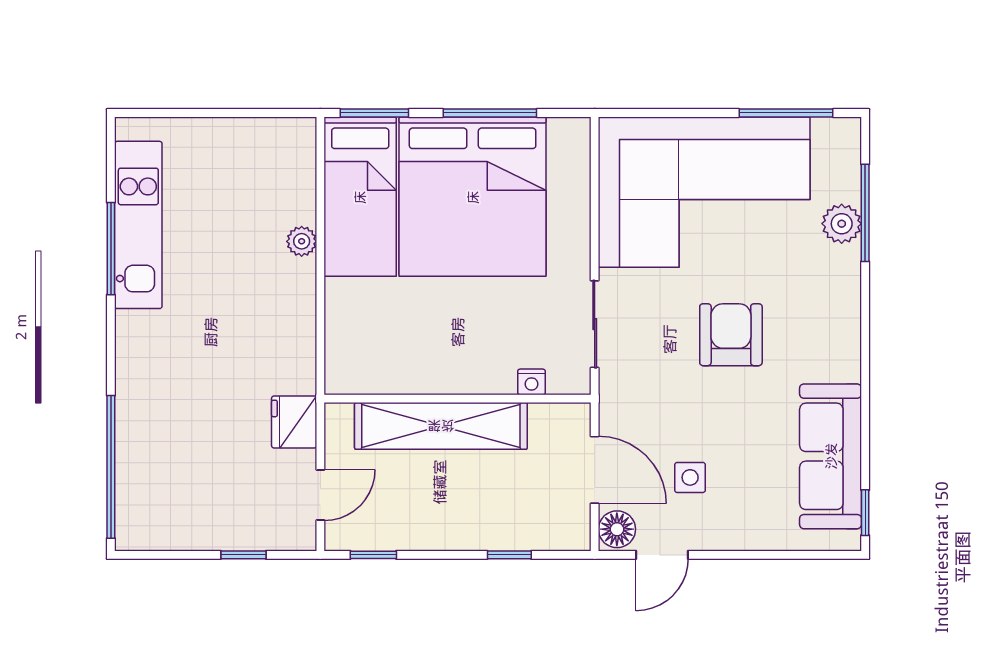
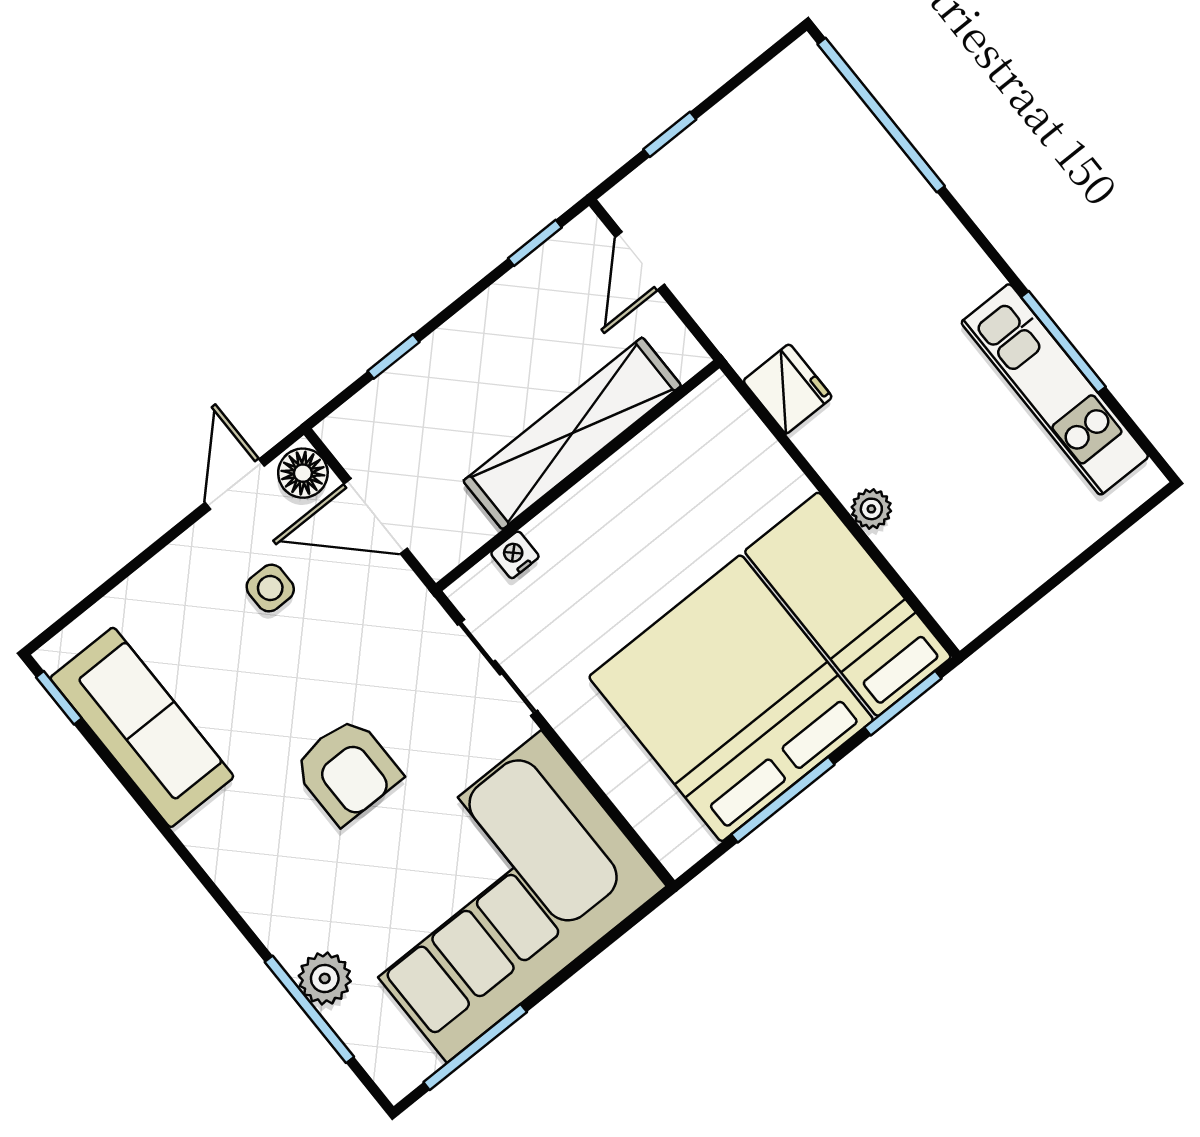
fridge: (294, 422) -> (788, 389), moved

